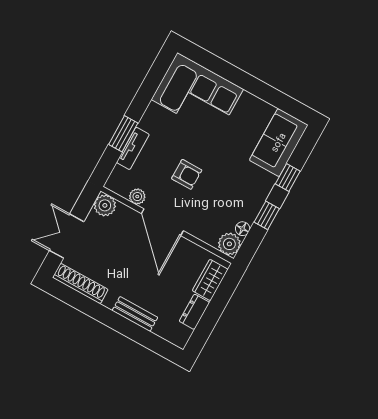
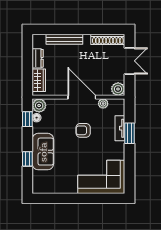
sofa: (279, 143) -> (43, 152), moved
window: (267, 215) -> (27, 119), moved
bench: (135, 314) -> (64, 39), width x1.36

